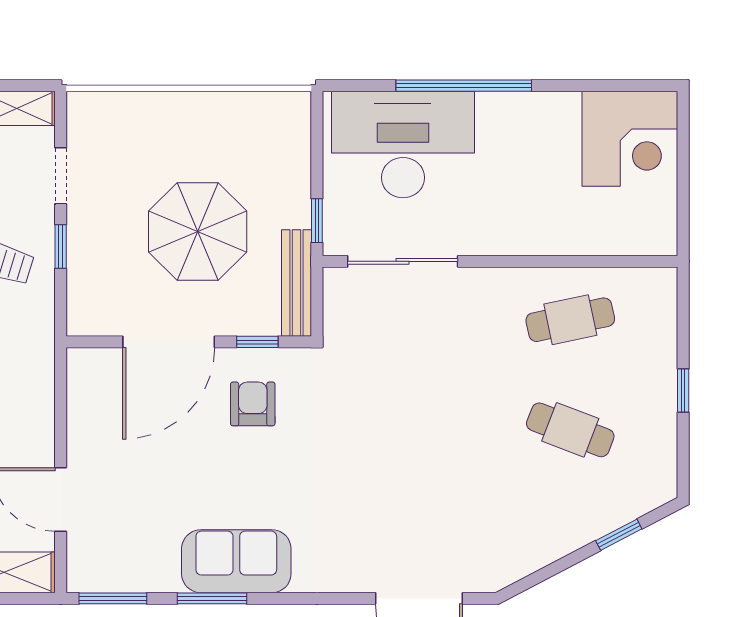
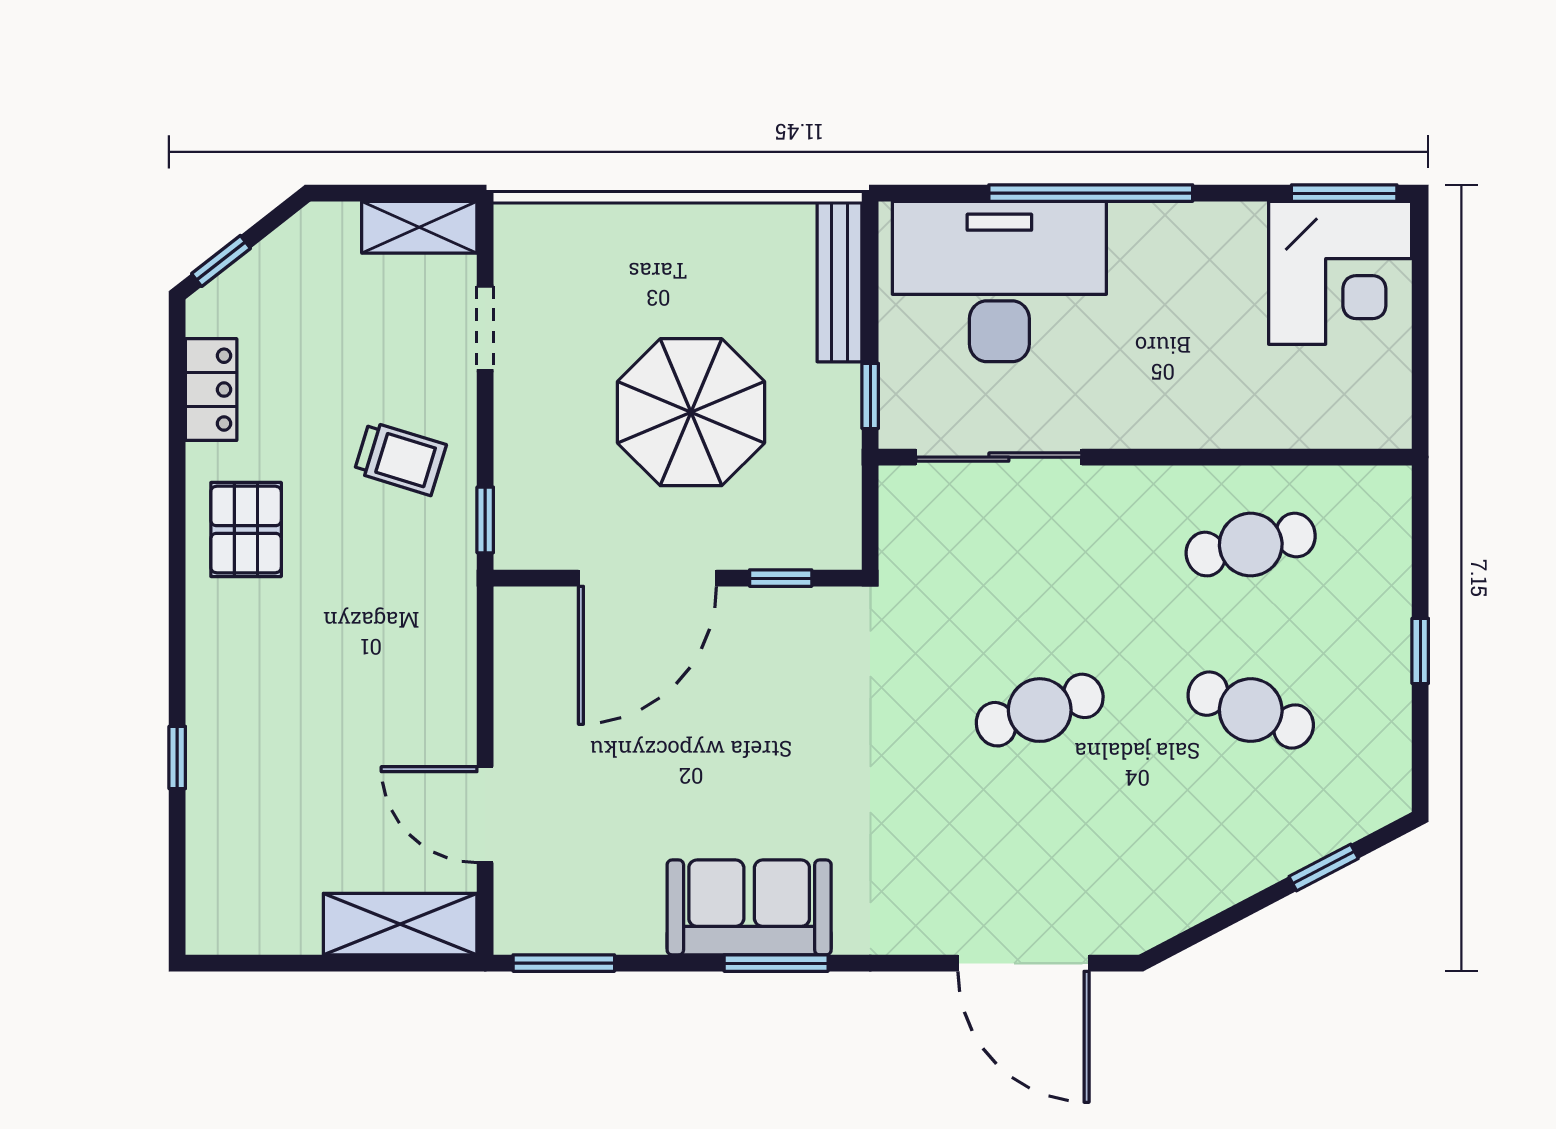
window: (633, 86) -> (1344, 193), added
window: (61, 247) -> (485, 520), moved
bench: (296, 283) -> (839, 282), moved
armchair: (253, 404) -> (774, 671), removed
cafe table: (430, 430) -> (1040, 710), added
window: (212, 598) -> (776, 963), moved

